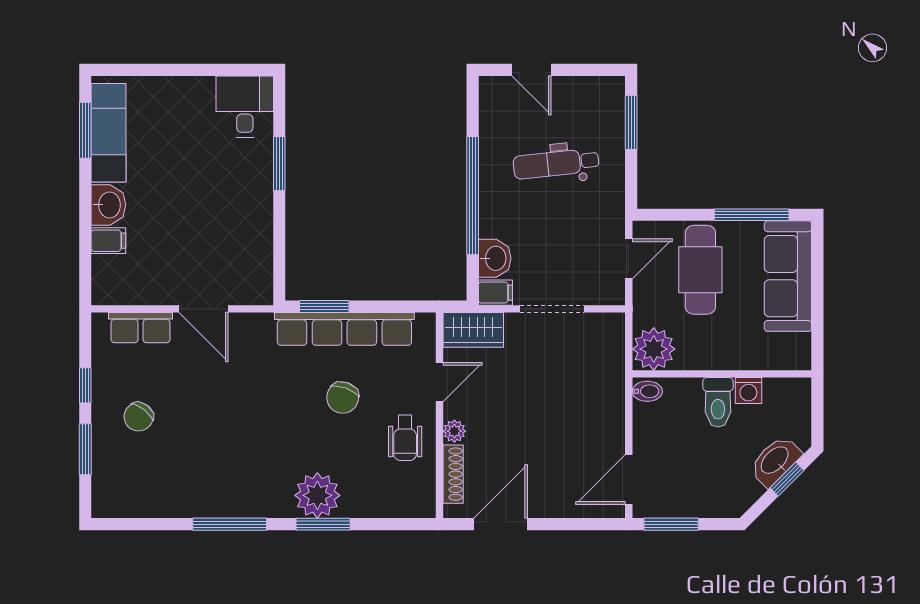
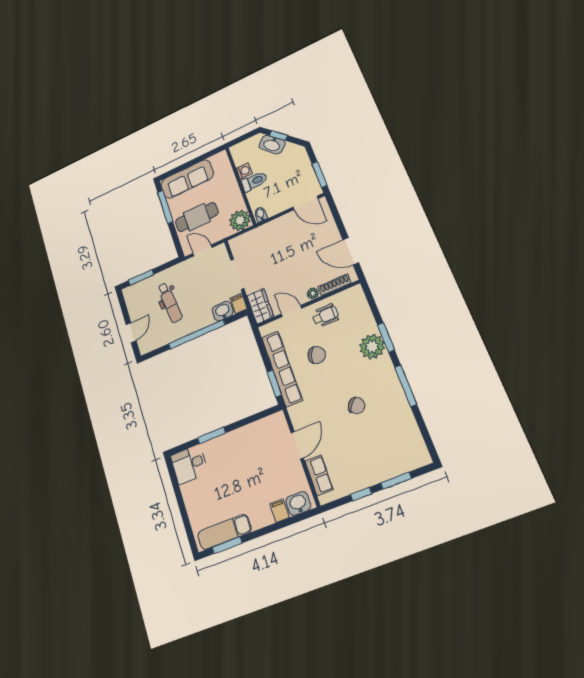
washbasin: (108, 205) -> (298, 503), moved
chair: (139, 417) -> (357, 406), moved

